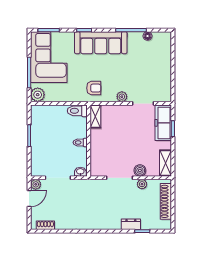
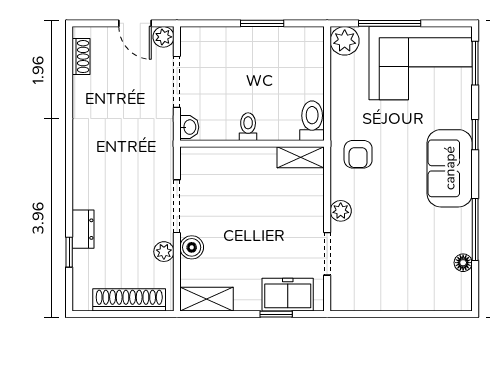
sofa: (101, 43) -> (450, 168), width x0.73
freezer: (163, 123) -> (288, 295), width x0.71

